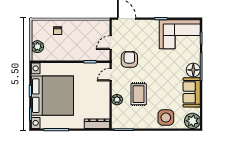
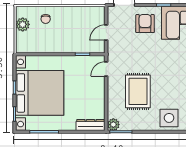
plant: (37, 47) -> (23, 24), moved
armchair: (129, 59) -> (145, 24), moved
rug: (139, 94) -> (138, 91), width x1.36, depth x1.43
plant: (117, 100) -> (113, 125), moved

